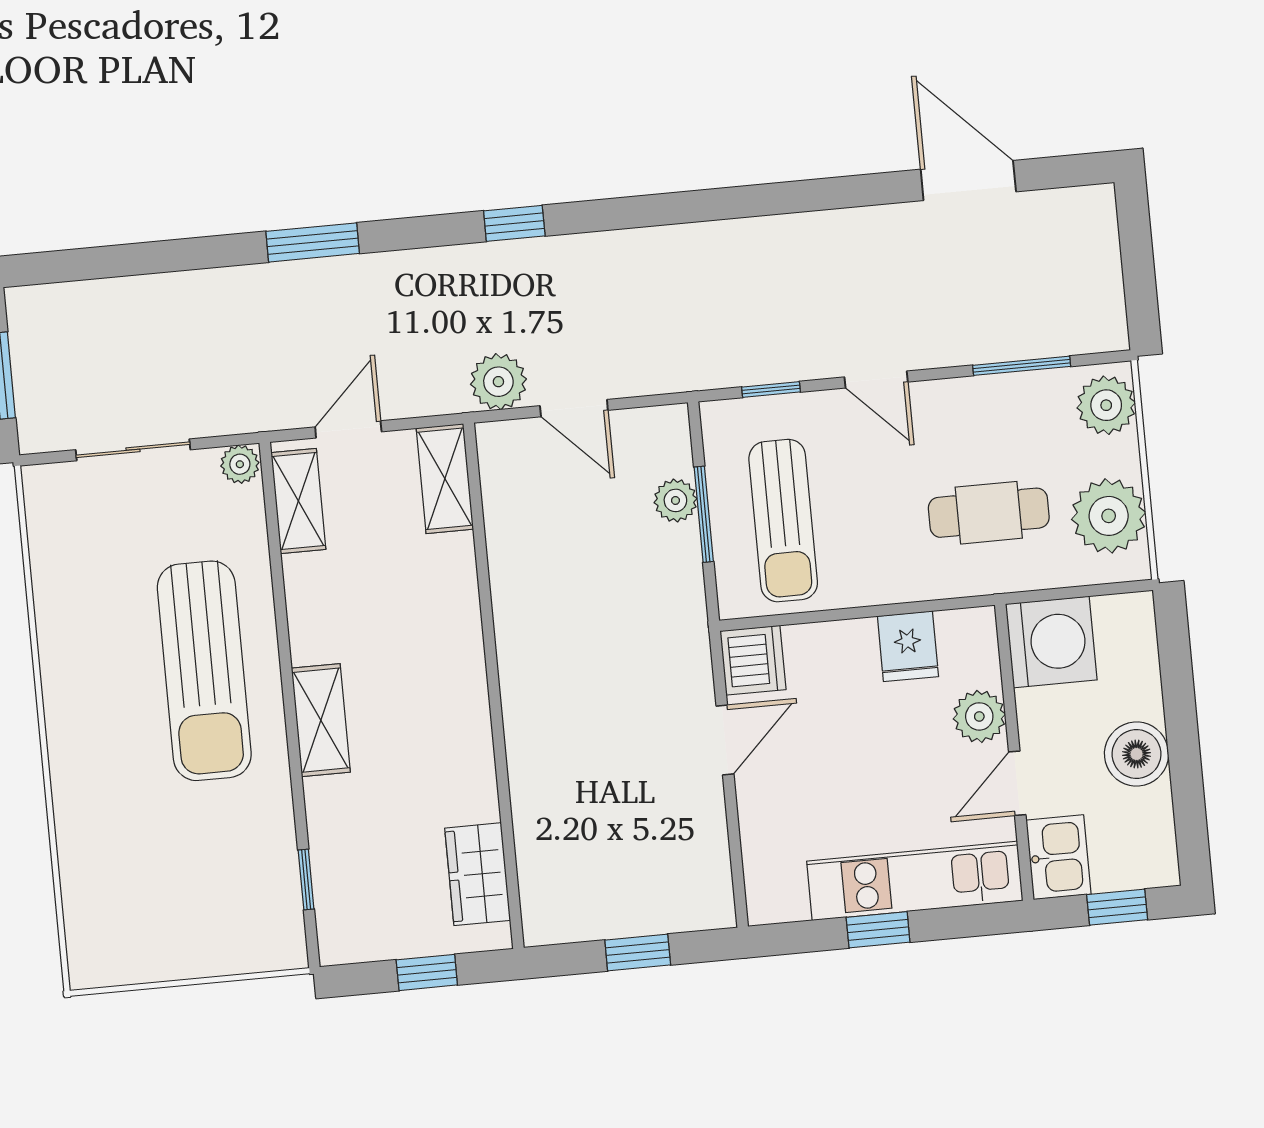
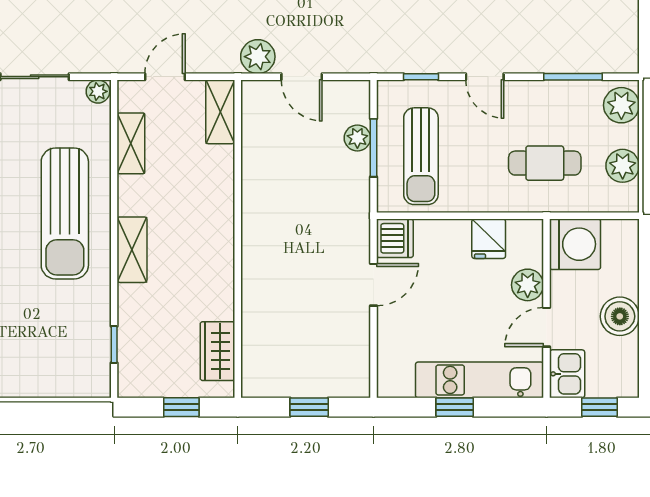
shelving: (298, 501) -> (131, 143), moved
plant: (1109, 516) -> (623, 166), width x0.73, depth x0.73

